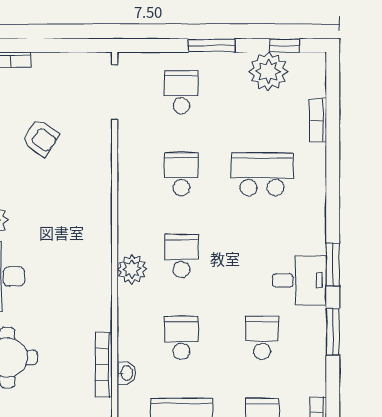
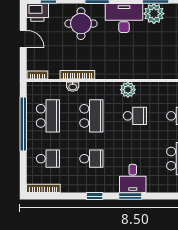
desk: (299, 280) -> (133, 178), moved
window: (333, 332) -> (95, 196), width x0.67
school desk: (181, 338) -> (91, 116), width x1.85

